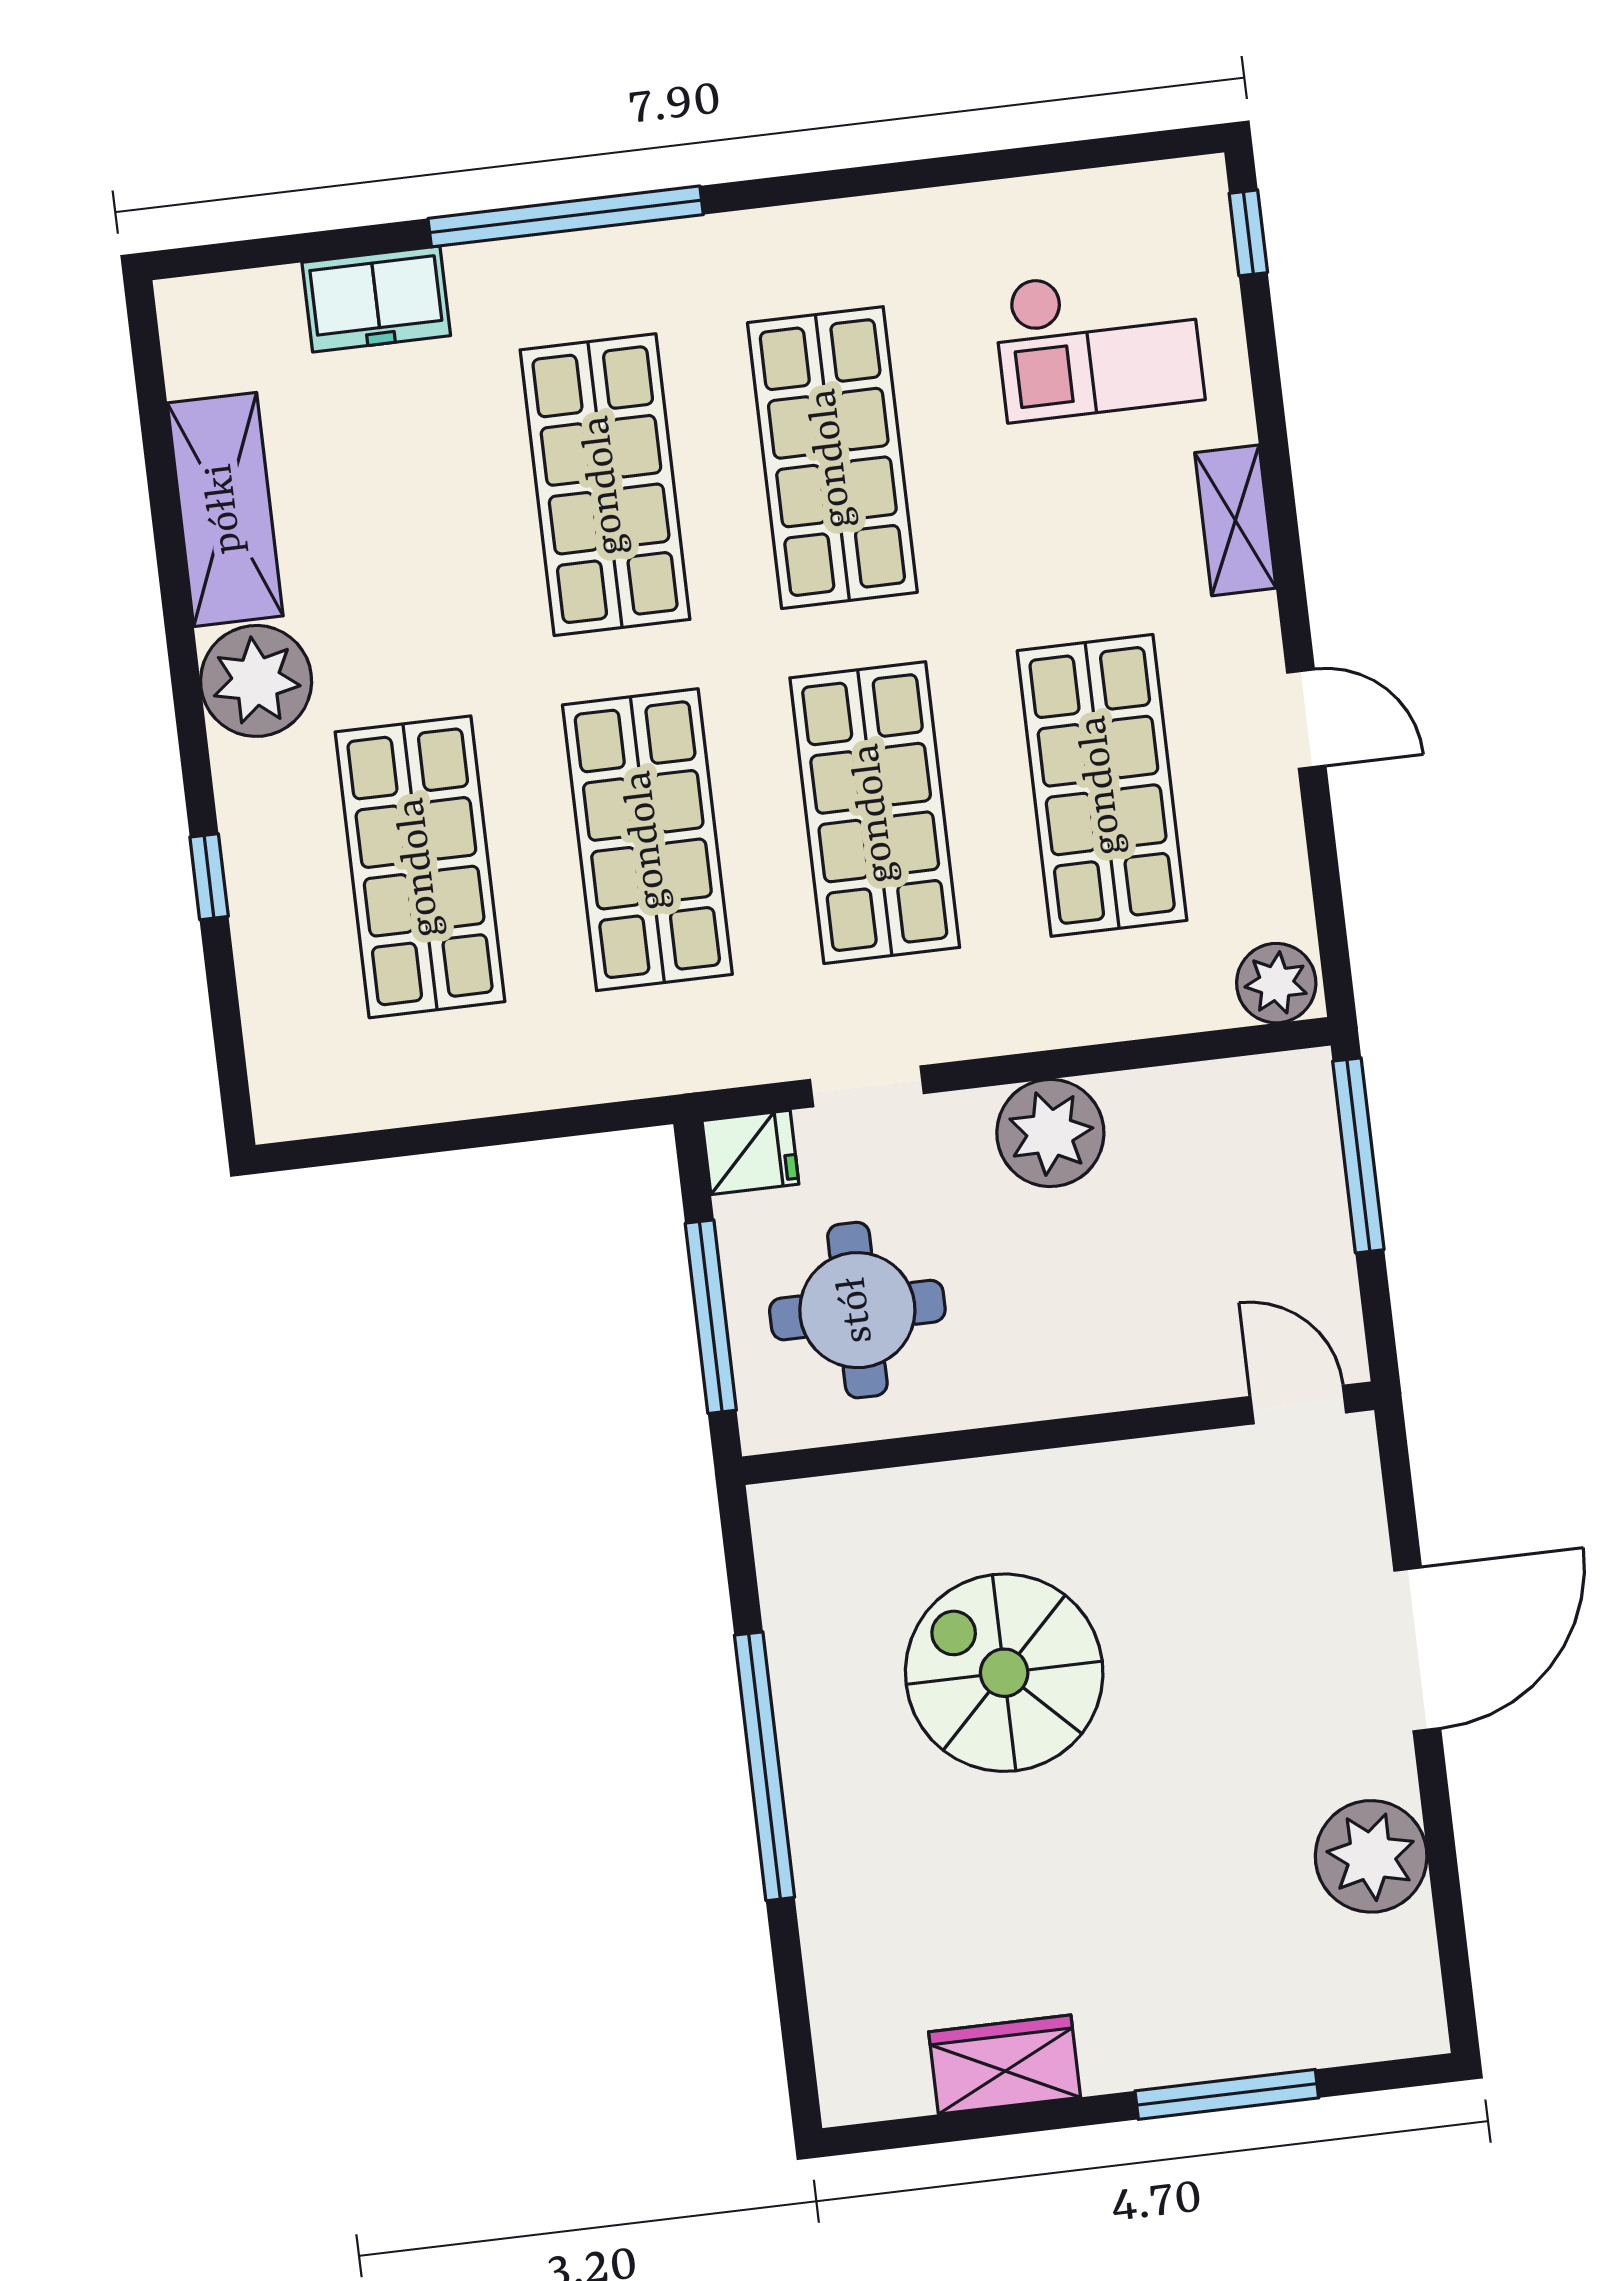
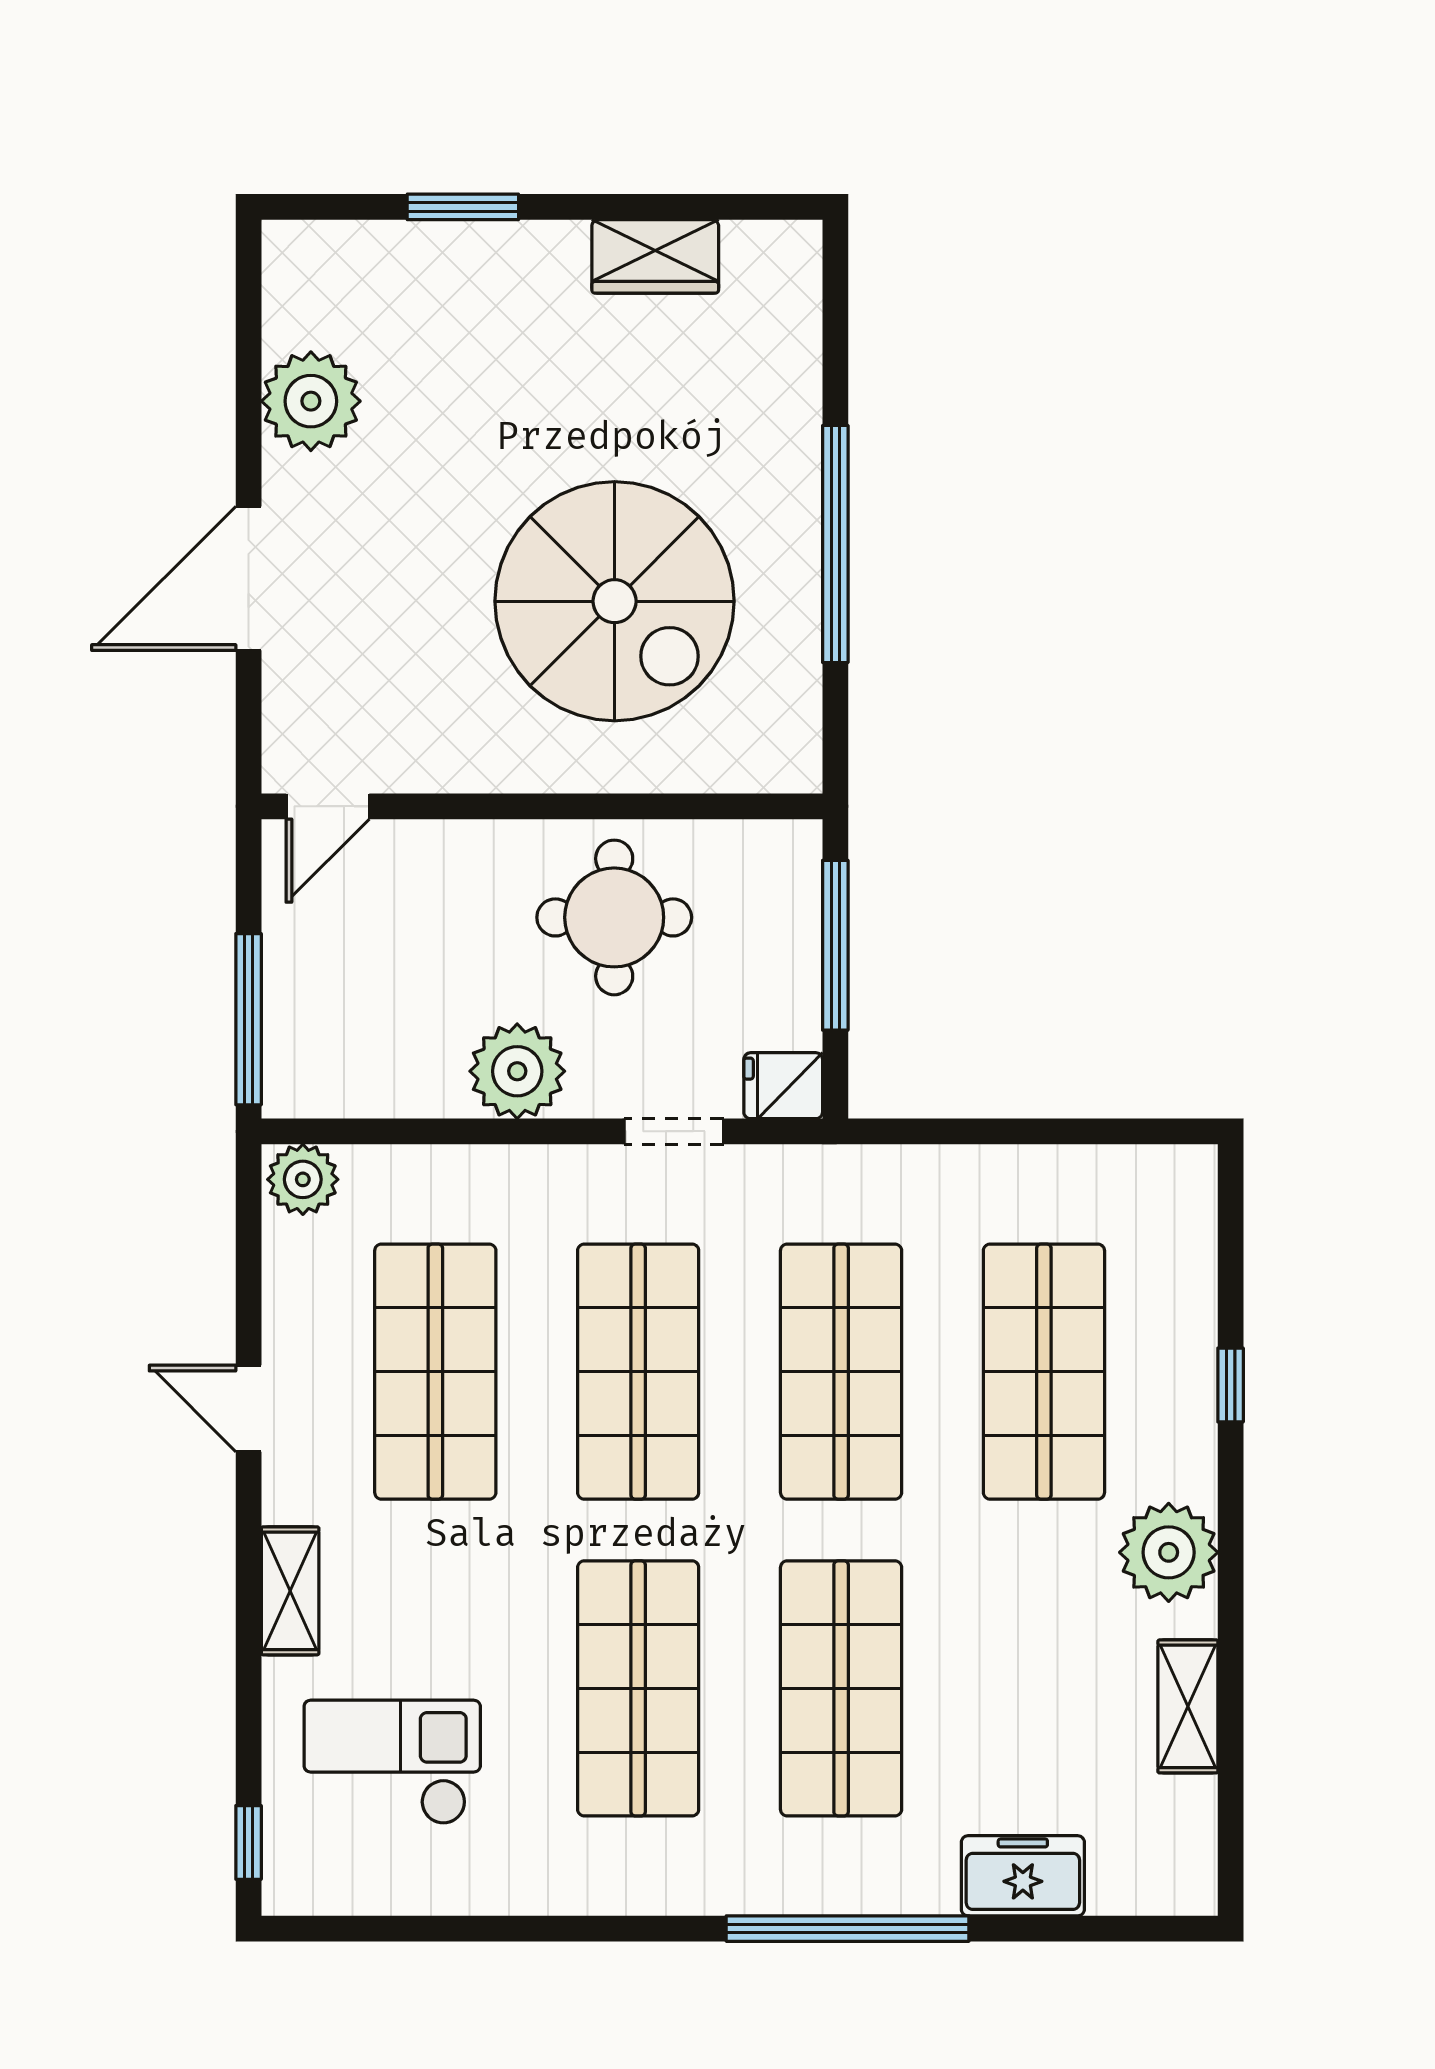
shelving: (225, 509) -> (1188, 1706), width x0.67, depth x0.75
round table: (857, 1310) -> (614, 917), moved
door: (1298, 1405) -> (328, 806), hinge flipped
spiral stairs: (1004, 1673) -> (615, 601), width x1.37, depth x1.37
window: (1227, 2094) -> (463, 207), width x0.69

